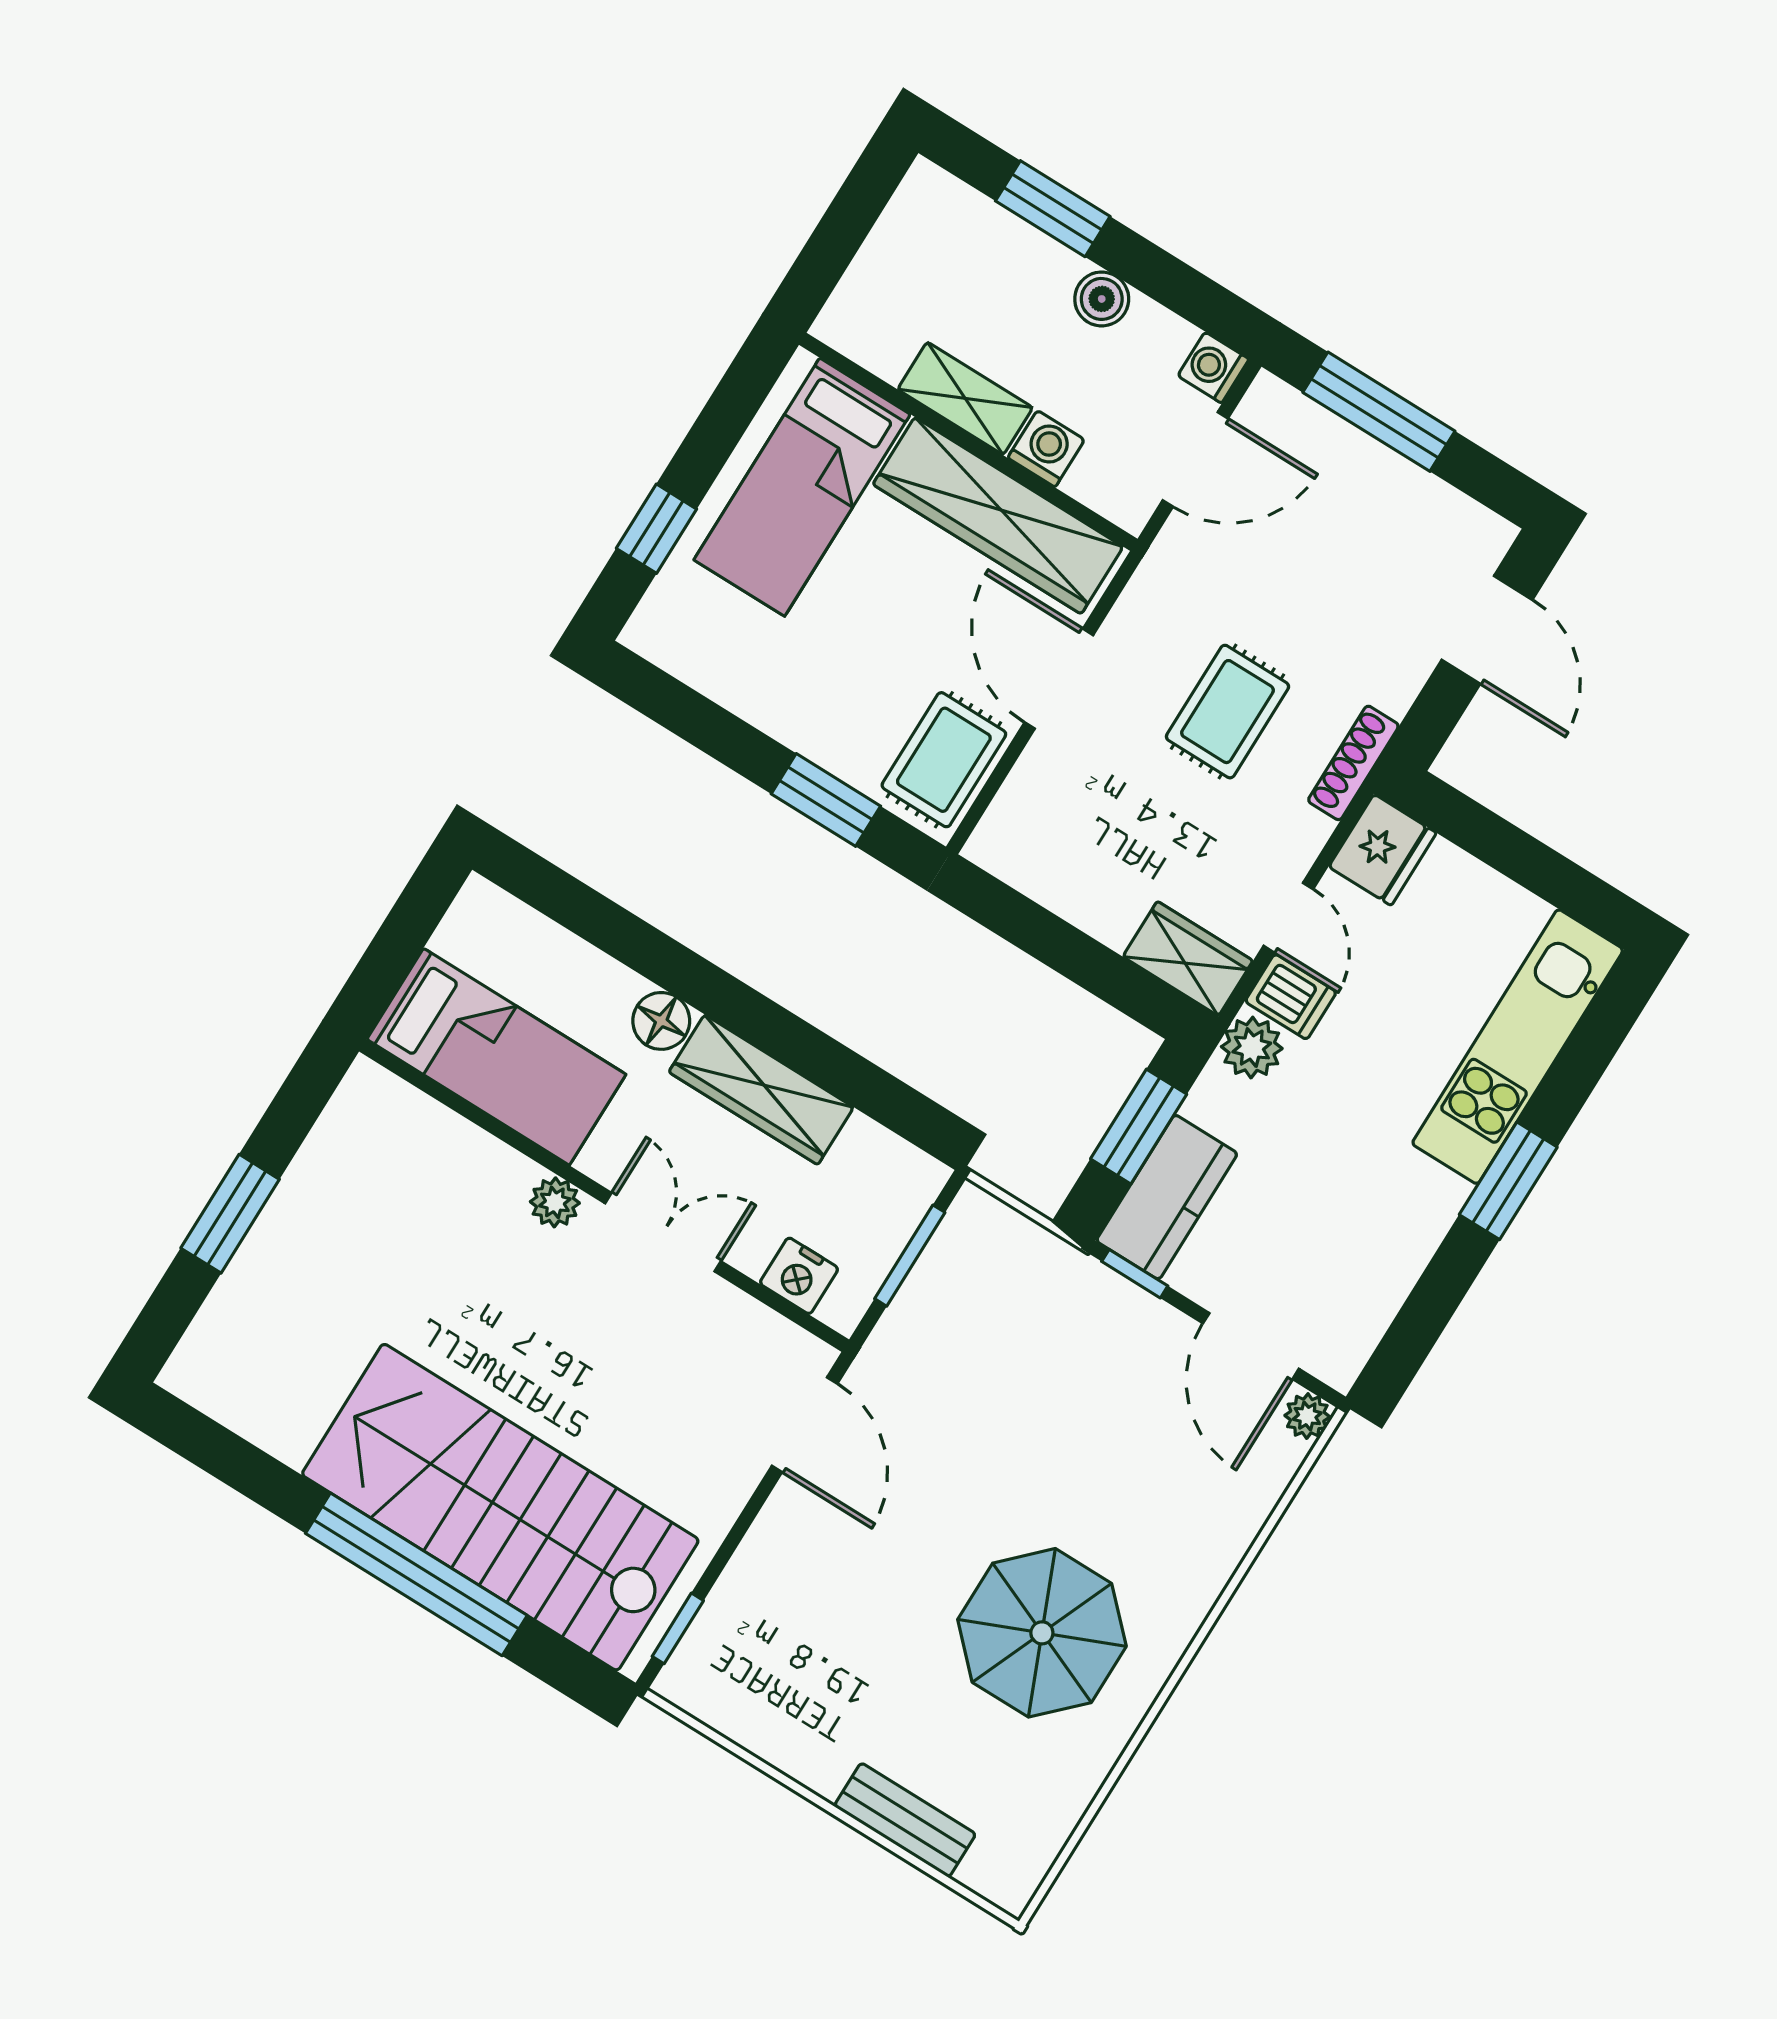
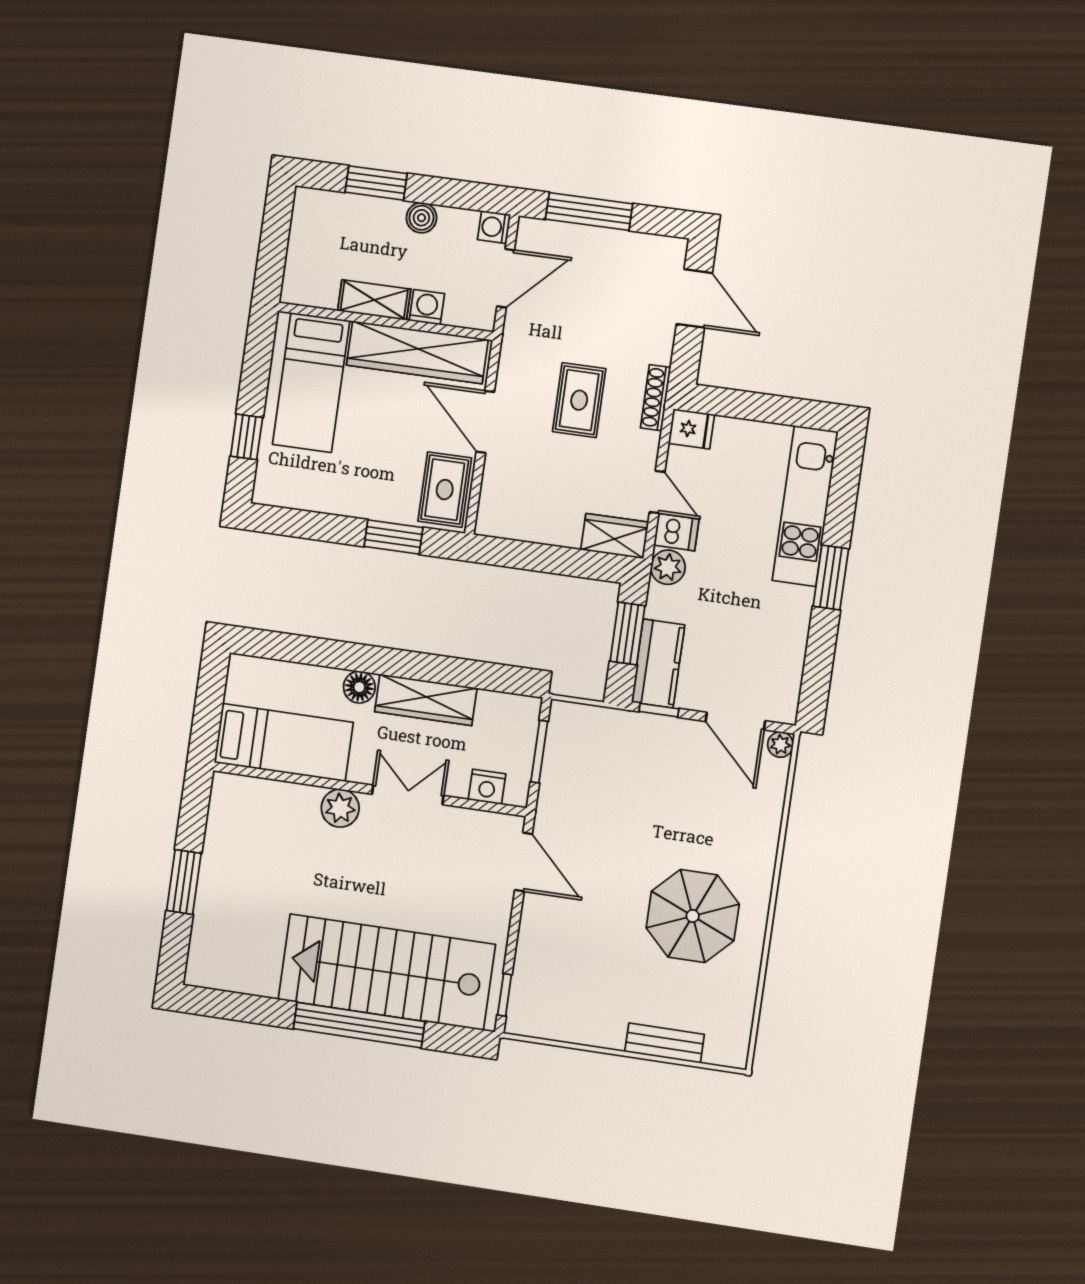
fridge: (1383, 850) -> (691, 429), width x0.72
plant: (555, 1202) -> (340, 808), width x1.38, depth x1.38

